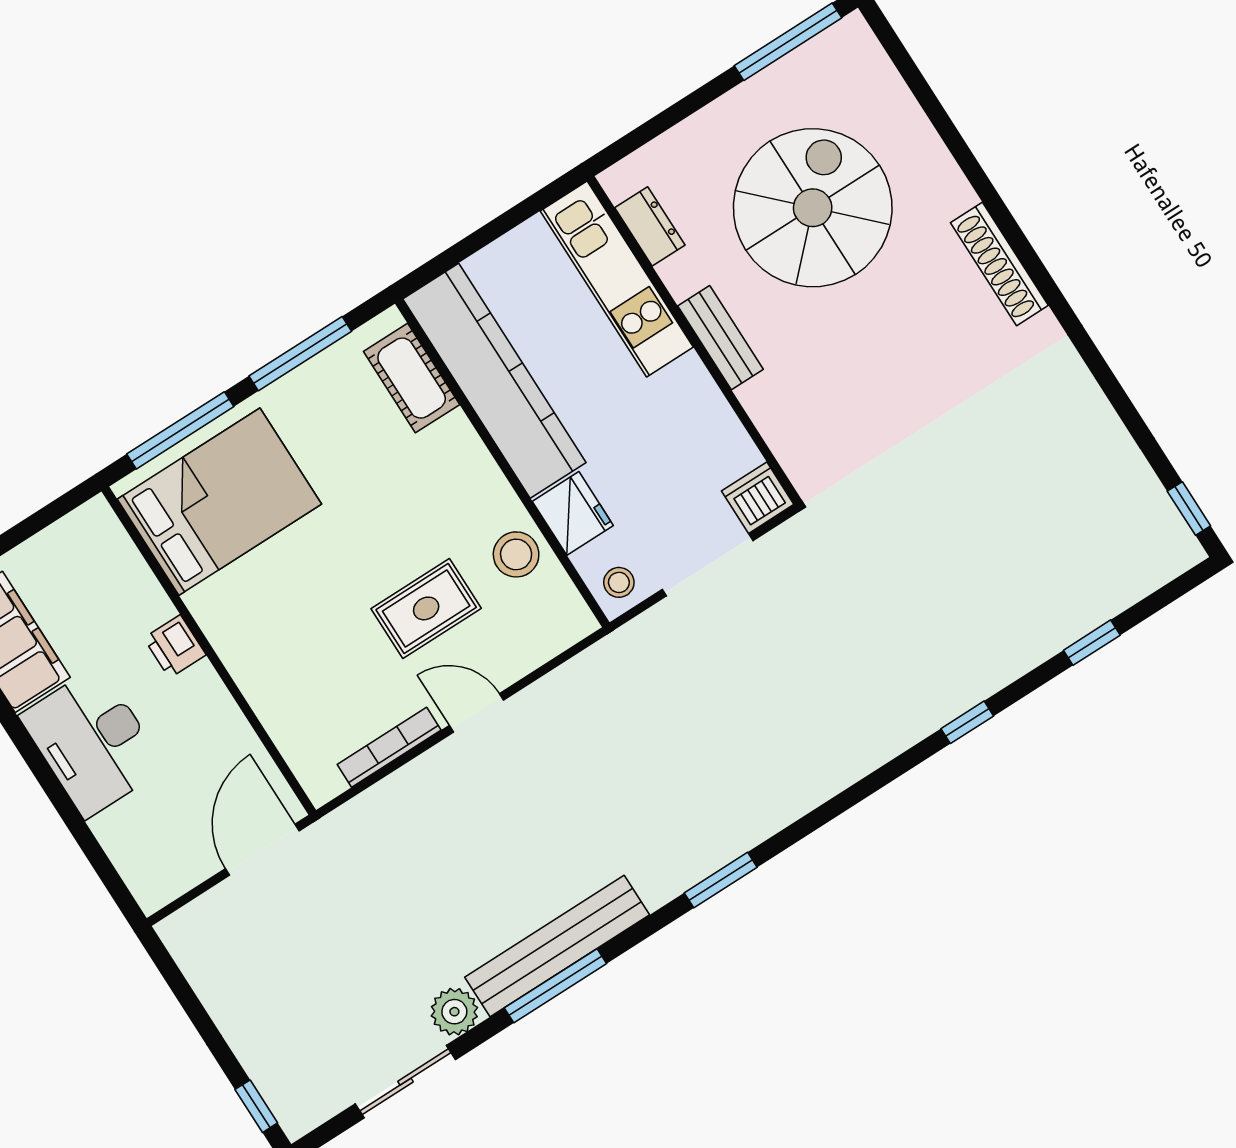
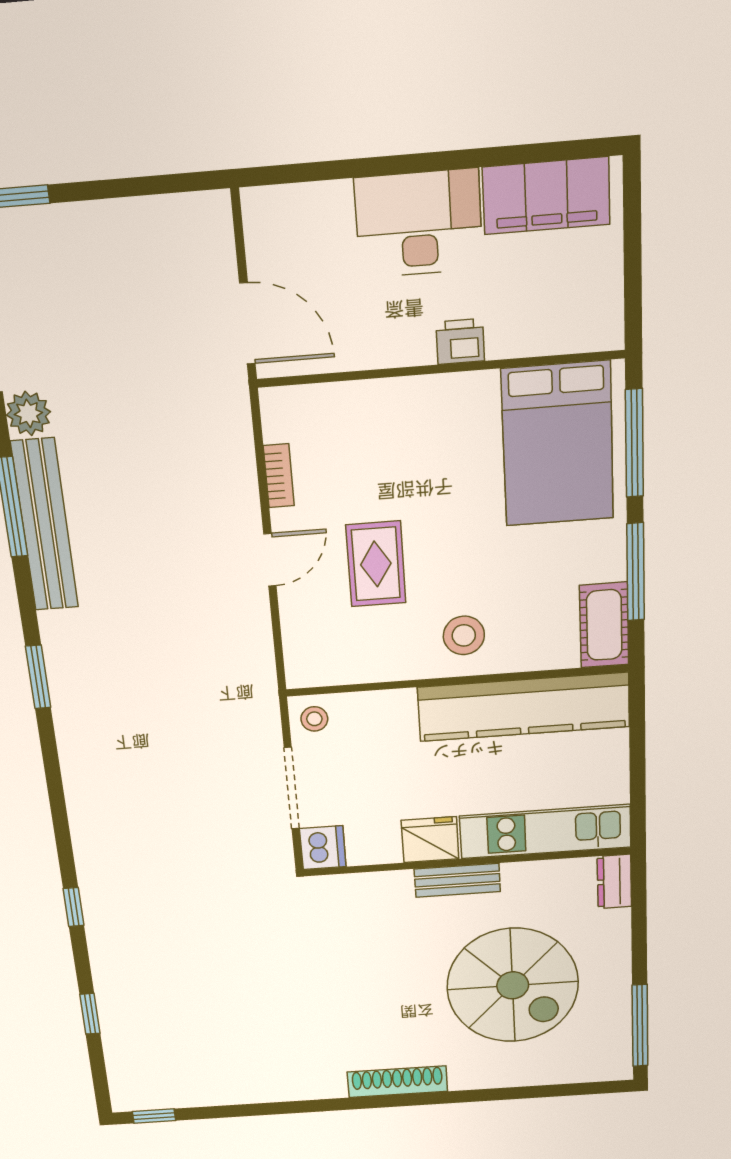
dresser: (650, 226) -> (614, 882), moved, turned 90
cot: (412, 378) -> (604, 625), moved, turned 90
fridge: (573, 513) -> (430, 840), moved, turned 180
stool: (516, 554) -> (464, 635), moved
bookcase: (389, 747) -> (279, 476), width x0.64

